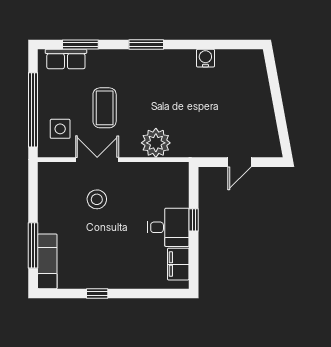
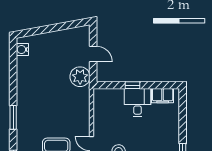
water cooler: (205, 58) -> (22, 49), moved
plant: (156, 143) -> (80, 77), moved

